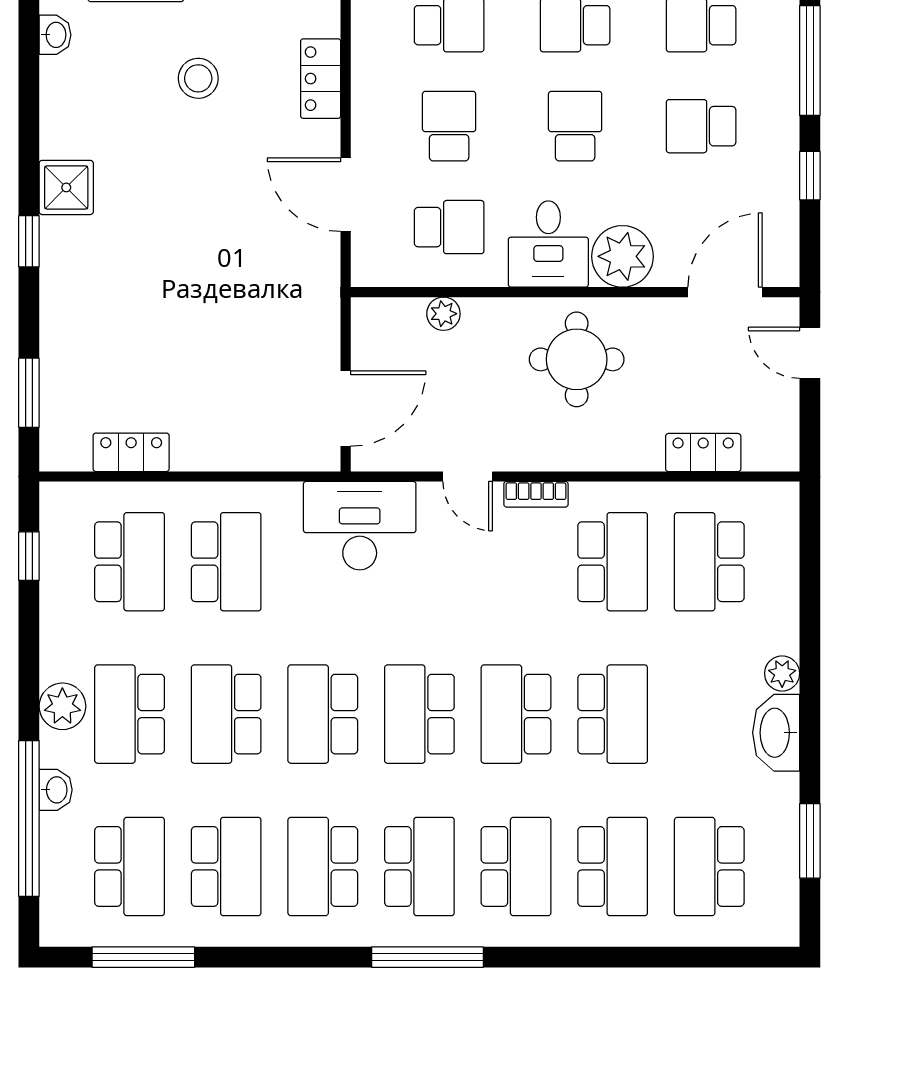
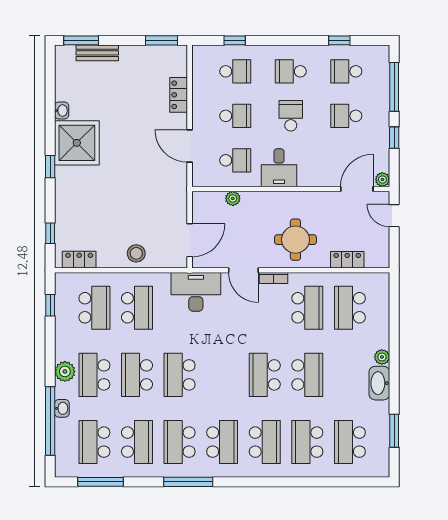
washbasin: (55, 35) -> (62, 111), moved
stool: (198, 78) -> (136, 253), moved
school desk: (449, 126) -> (235, 116), turned 90
shower: (66, 187) -> (77, 143), width x1.86, depth x1.86
plant: (622, 256) -> (382, 180), moved, width x0.53, depth x0.53
round table: (577, 359) -> (295, 240), moved
window: (29, 393) -> (50, 233), width x0.67
locker: (131, 452) -> (79, 260), moved
door: (468, 476) -> (243, 270), width x1.38
school desk: (419, 714) -> (222, 375), removed
school desk: (130, 866) -> (94, 442), turned 180
school desk: (613, 866) -> (307, 442), turned 180
window: (427, 957) -> (188, 482), moved

